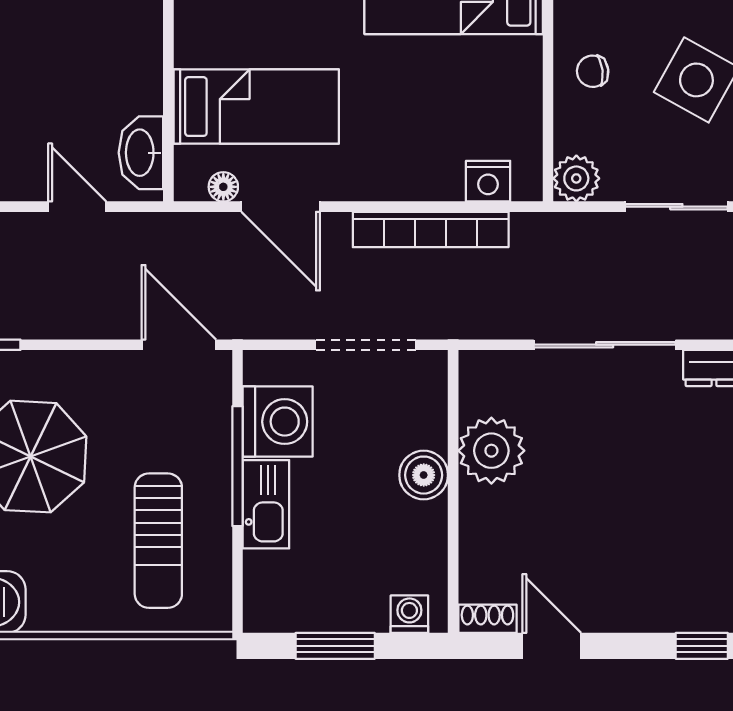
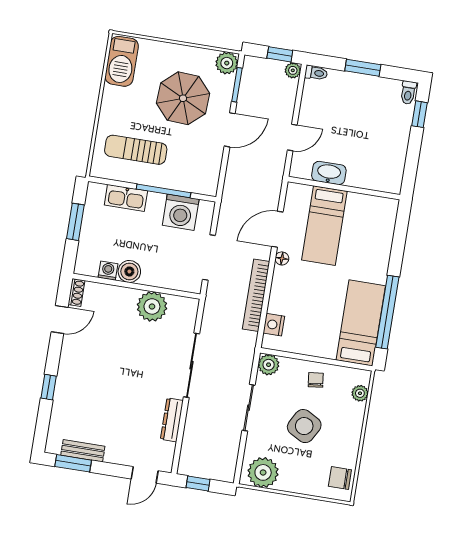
washbasin: (141, 153) -> (329, 173), moved
floor lamp: (223, 187) -> (282, 258), moved
door: (179, 345) -> (230, 130), moved
boiler: (424, 475) -> (129, 271), moved
kitchen sink: (266, 504) -> (126, 198), moved
washing machine: (409, 614) -> (108, 271), moved, turned -90

